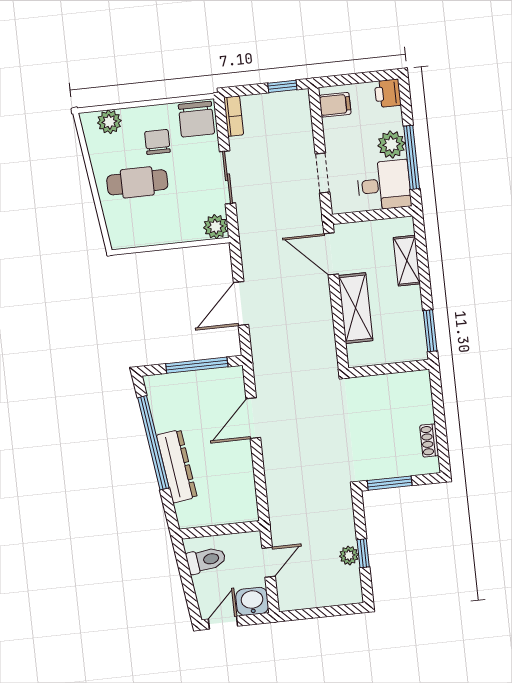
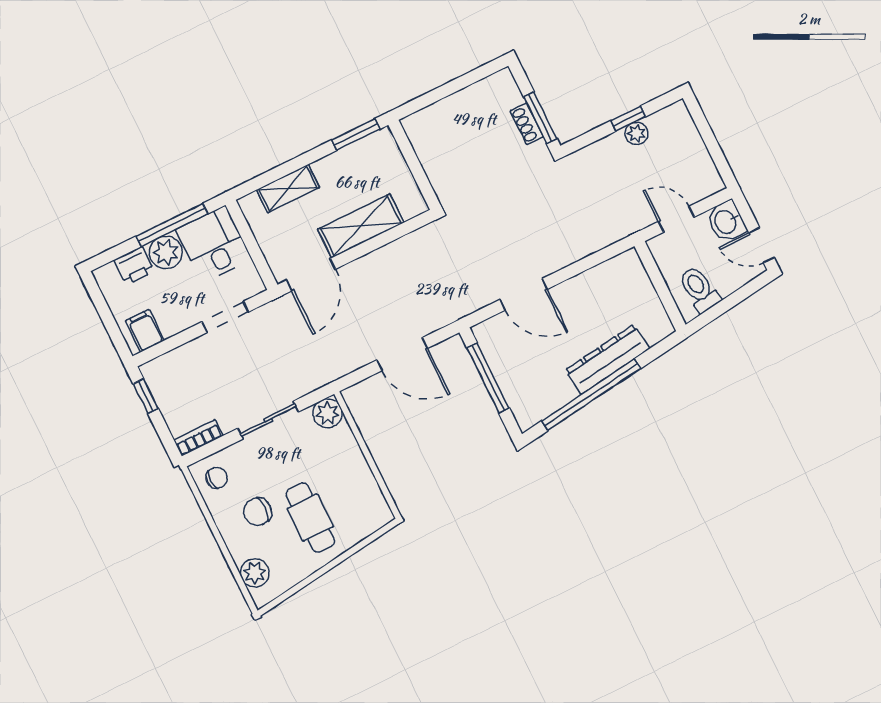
printer: (388, 93) -> (134, 266), moved
chair: (196, 119) -> (217, 478), width x0.54, depth x0.54
shoe rack: (429, 440) -> (527, 124), moved, turned 90

